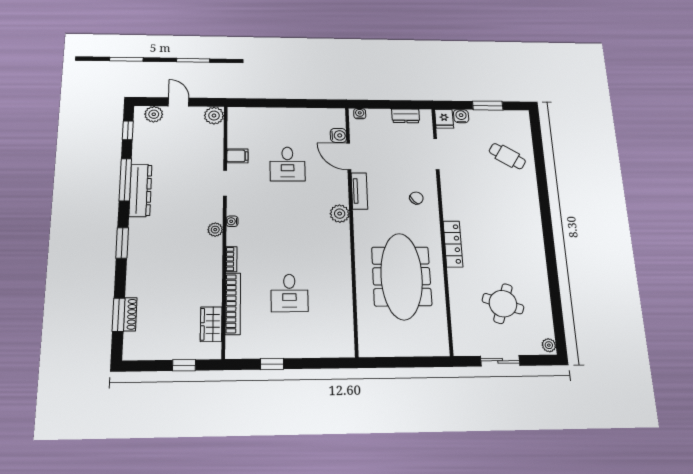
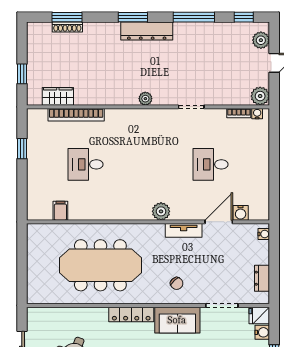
filing cabinet: (237, 156) -> (60, 211), moved, turned 180
dresser: (140, 190) -> (147, 31), moved
sofa: (455, 197) -> (177, 320), added
water cooler: (232, 221) -> (257, 114), moved
bookcase: (231, 259) -> (239, 113), moved

